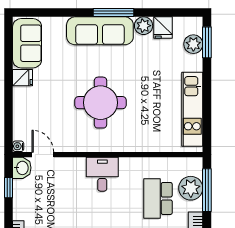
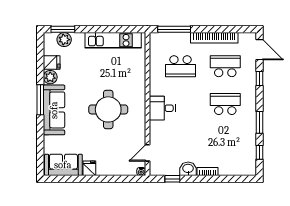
washbasin: (22, 168) -> (188, 169), moved
plant: (191, 188) -> (173, 41), removed

